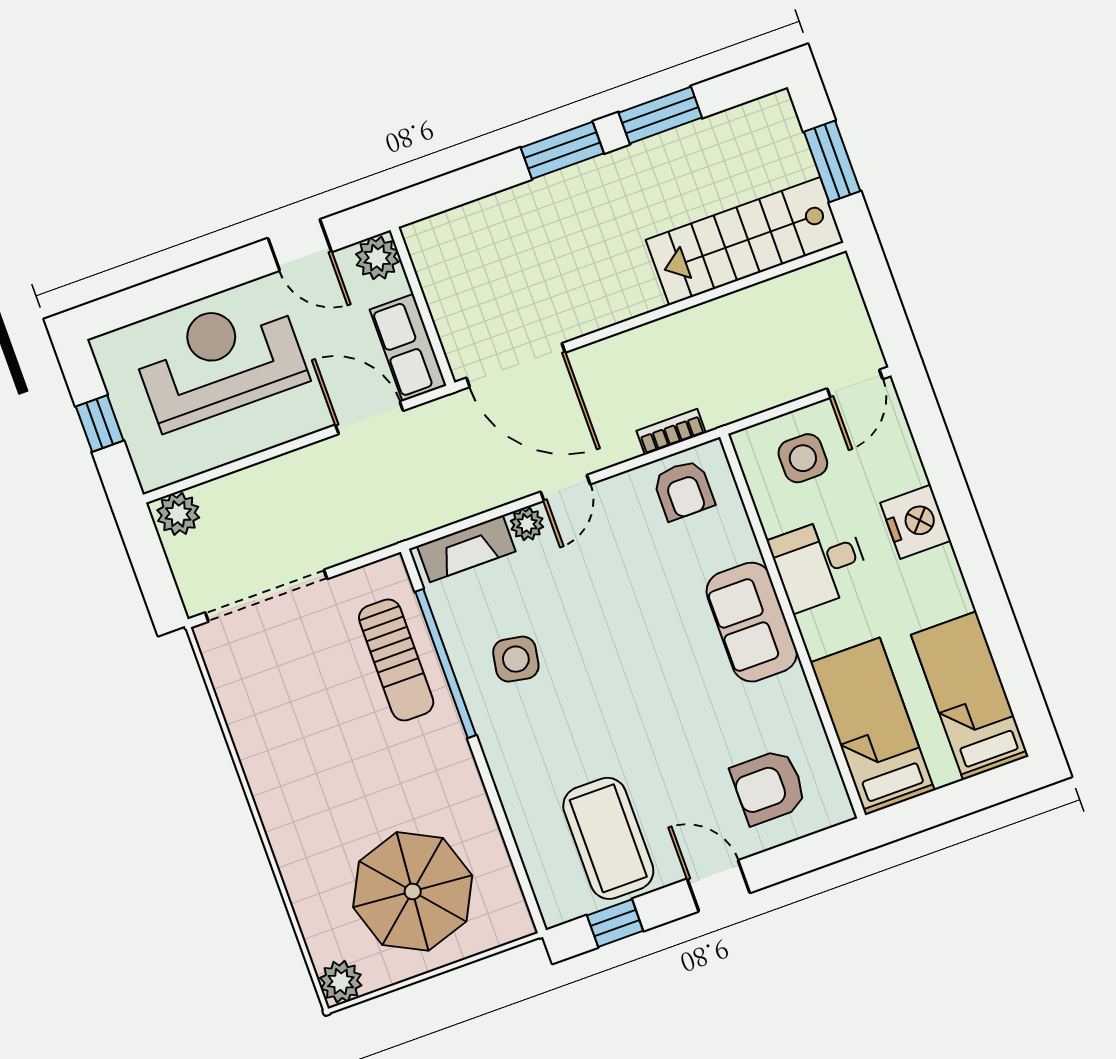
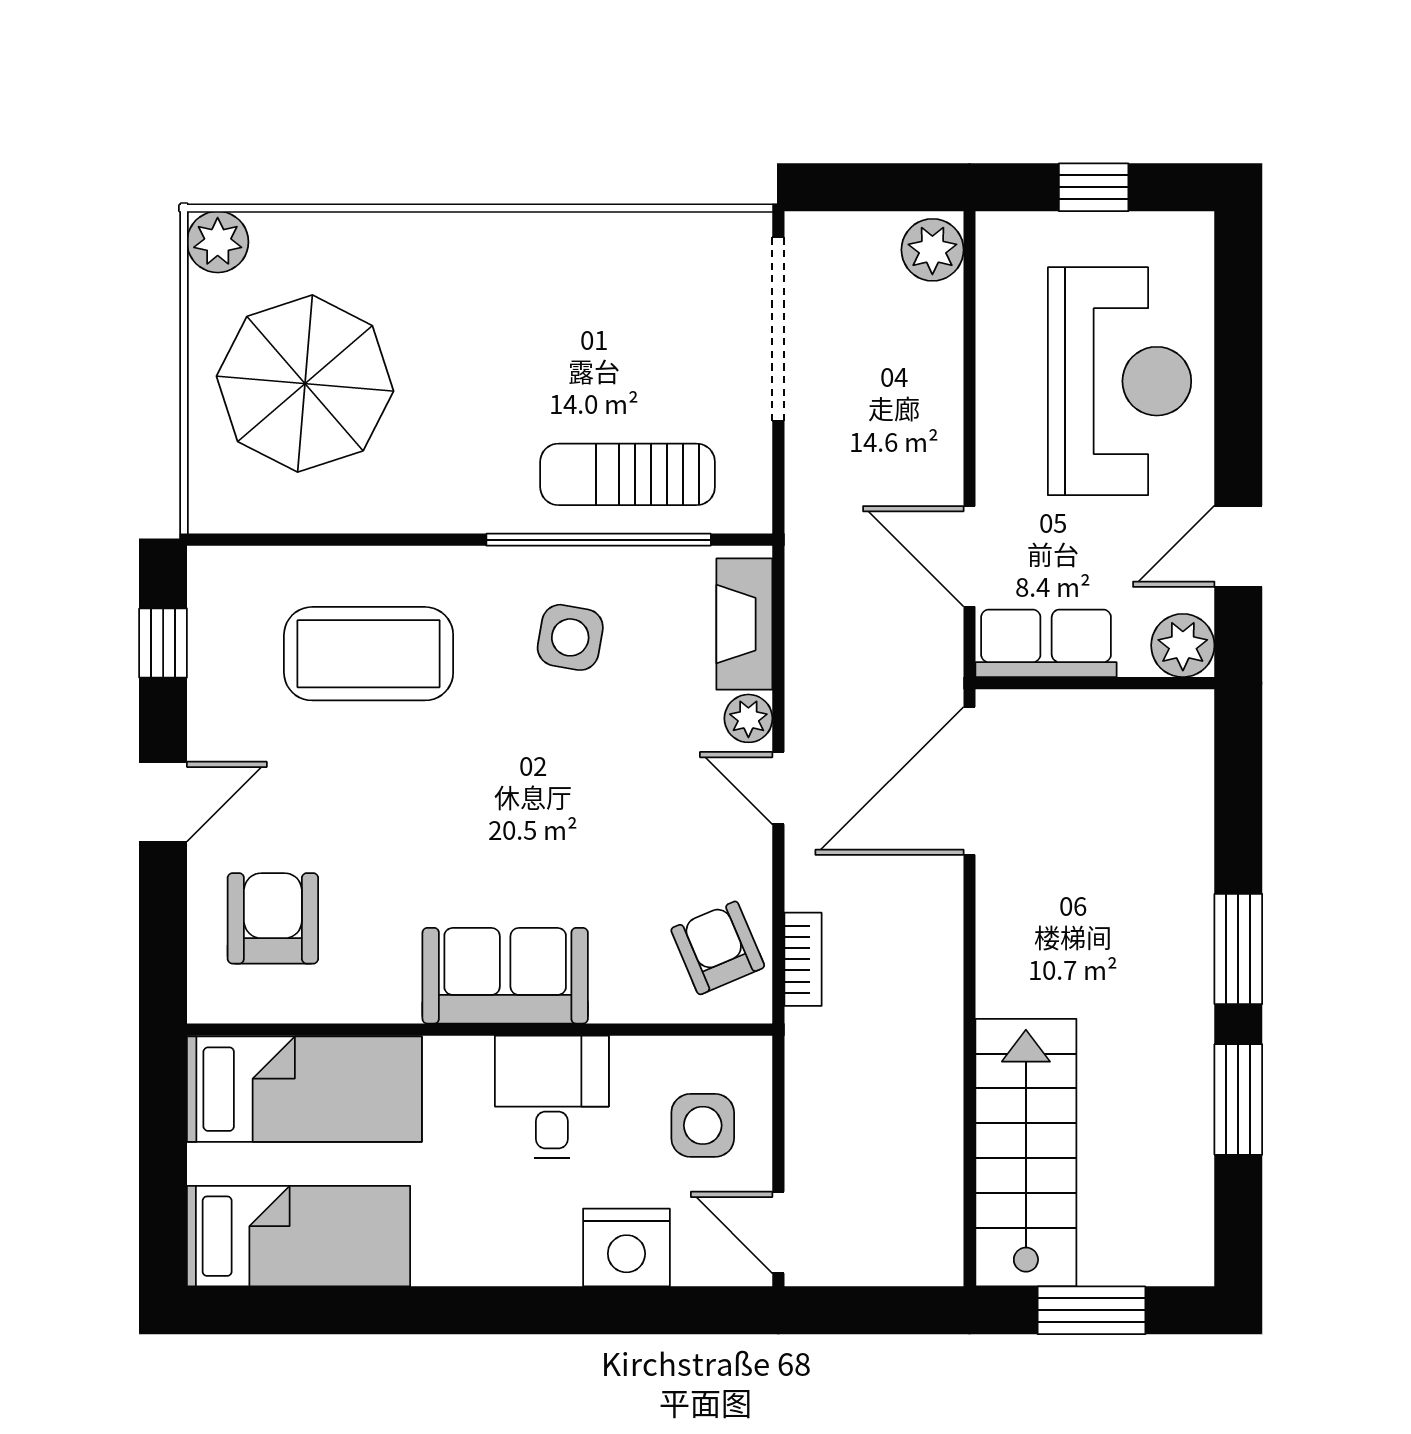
door: (369, 418) -> (970, 556), swing flipped
armchair: (684, 490) -> (718, 948), turned 67
nightstand: (916, 522) -> (626, 1247), moved
coffee table: (608, 838) -> (369, 654), moved

